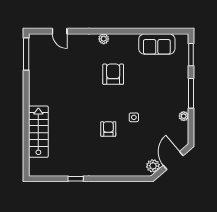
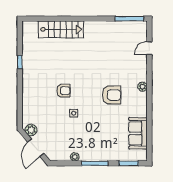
door: (173, 160) -> (36, 148), swing flipped

